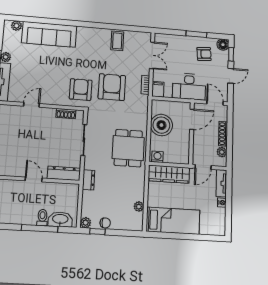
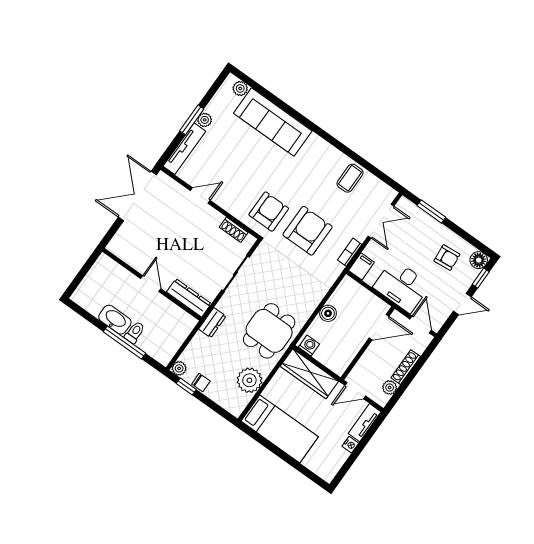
window: (196, 34) -> (431, 211), moved
boiler: (161, 125) -> (328, 313), width x0.54, depth x0.54
dining table: (128, 148) -> (269, 331), moved
plant: (139, 207) -> (249, 380), width x1.88, depth x1.88
washbasin: (60, 219) -> (115, 320), moved

